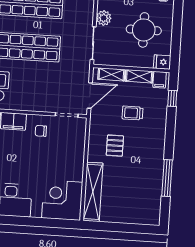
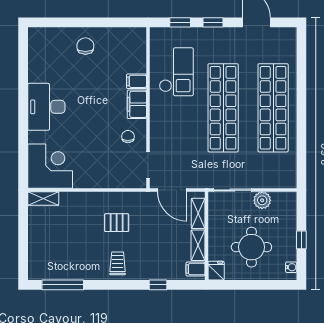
window: (172, 98) -> (158, 285), moved
trolley: (132, 113) -> (118, 263), moved
window: (167, 178) -> (63, 285), moved
shelving: (93, 192) -> (43, 199), width x0.45, depth x0.75

